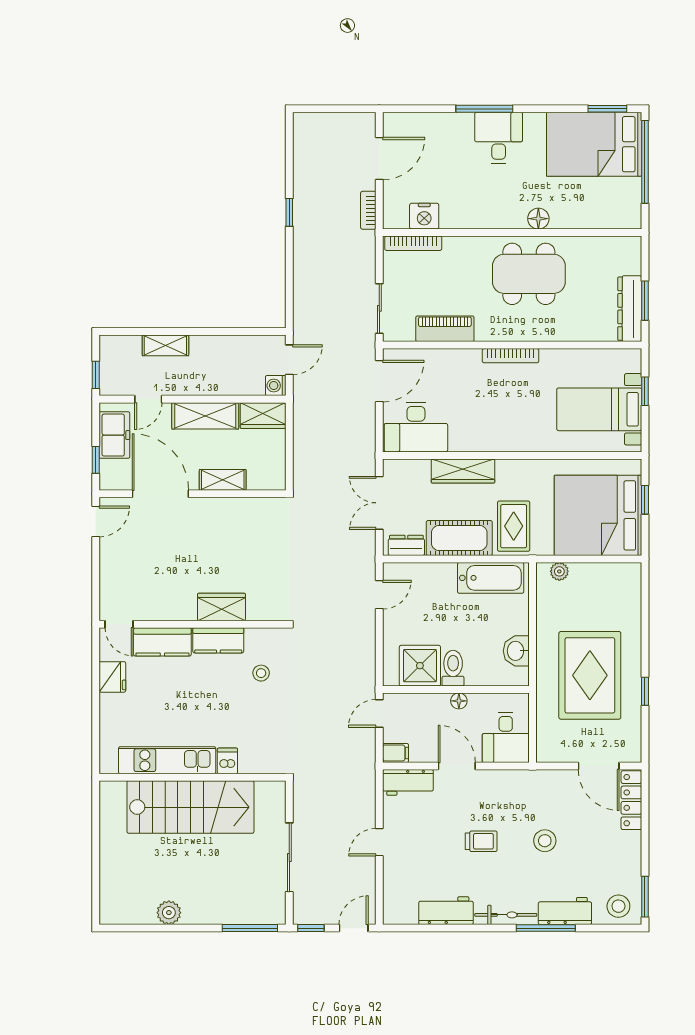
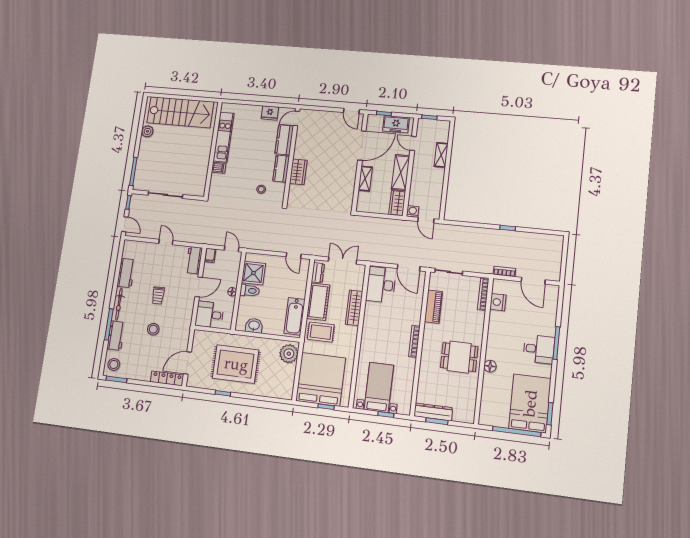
dining table: (529, 274) -> (459, 357), width x0.73
plant: (559, 571) -> (289, 354), width x1.88, depth x1.88
stairs: (190, 807) -> (180, 112), moved, turned -90

